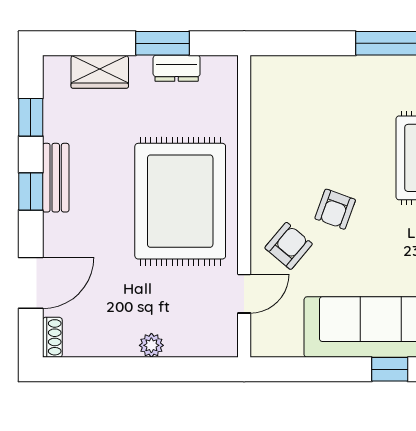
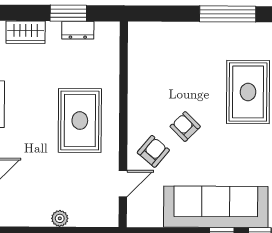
rug: (180, 201) -> (80, 121), width x0.73, depth x0.69
armchair: (335, 209) -> (185, 127), turned 115

